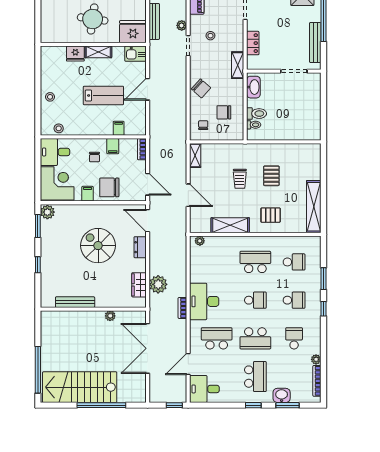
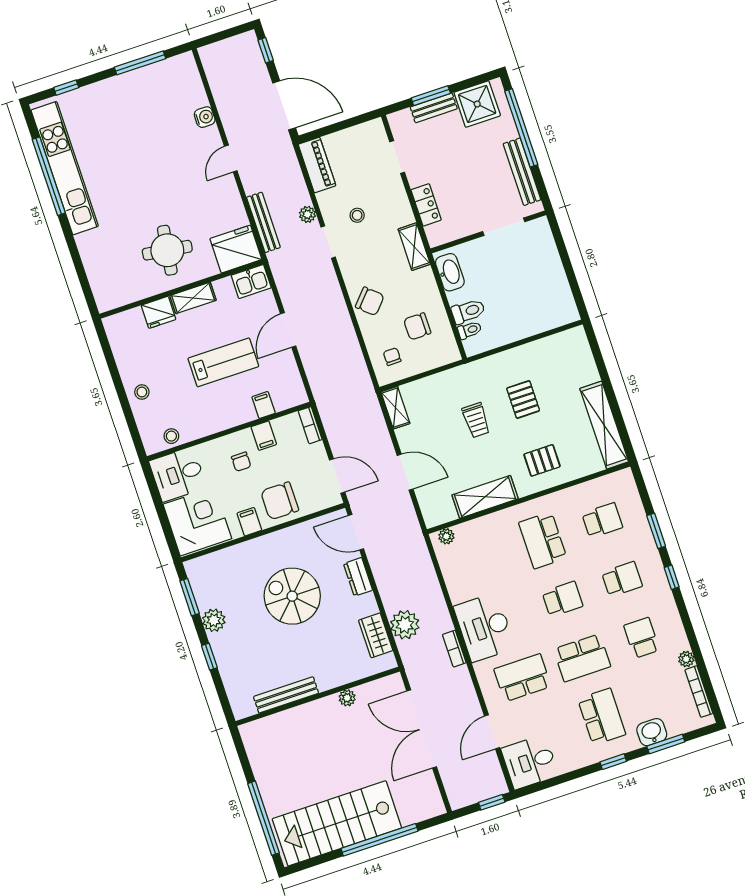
plant: (47, 212) -> (214, 620), moved
school desk: (255, 262) -> (543, 540), turned -90

